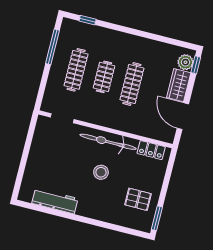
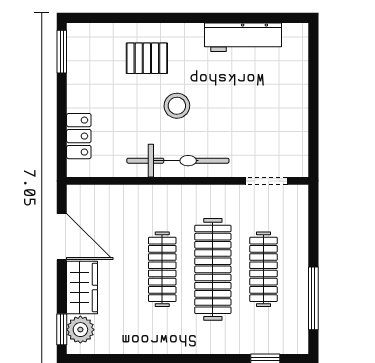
clothes rail: (104, 77) -> (213, 269), width x1.86, depth x1.31
locker: (151, 150) -> (79, 136), moved, turned 90
pallet: (138, 199) -> (147, 58), moved

